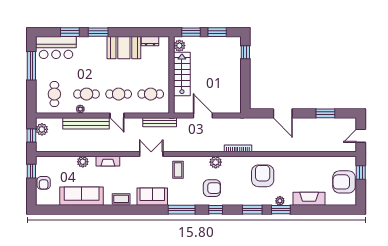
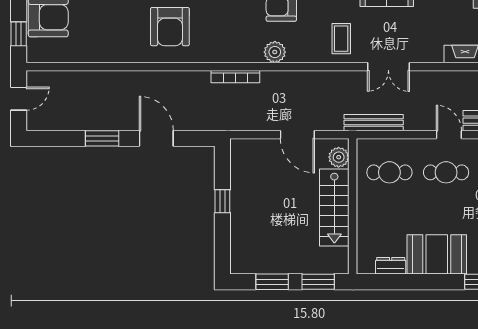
plant: (179, 46) -> (339, 157), moved
window: (245, 52) -> (222, 201), moved
window: (325, 113) -> (102, 138), moved
armchair: (263, 176) -> (170, 27), moved

